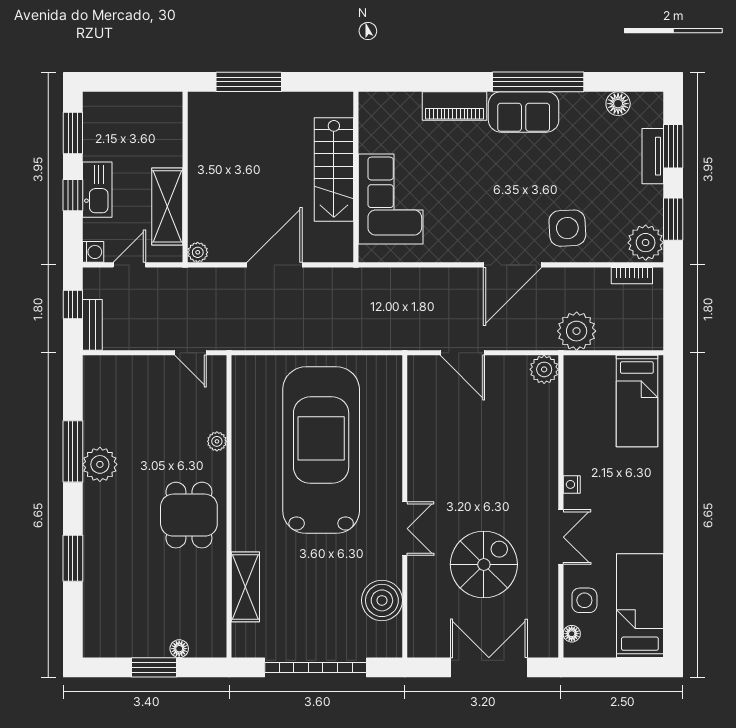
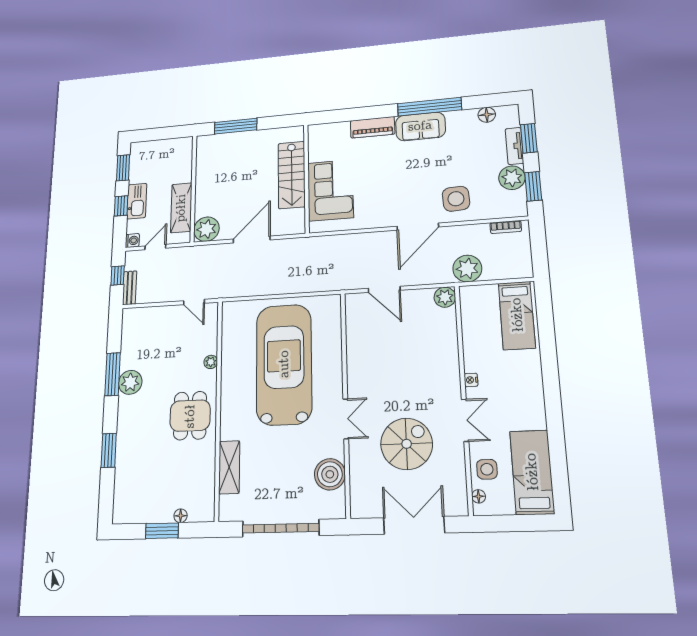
plant: (646, 243) -> (512, 178), moved
plant: (198, 252) -> (206, 229), width x1.88, depth x1.88

